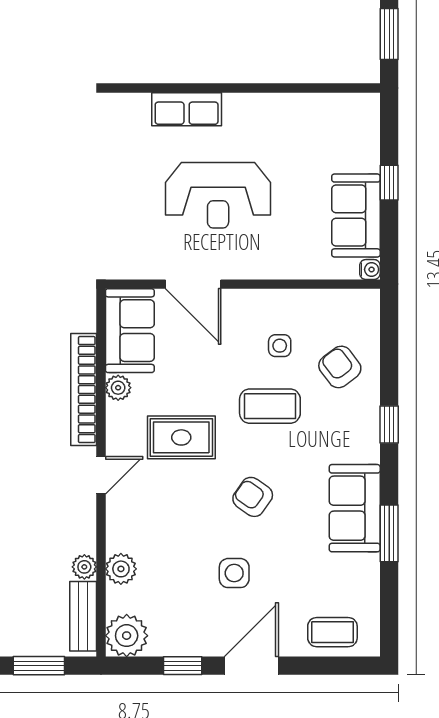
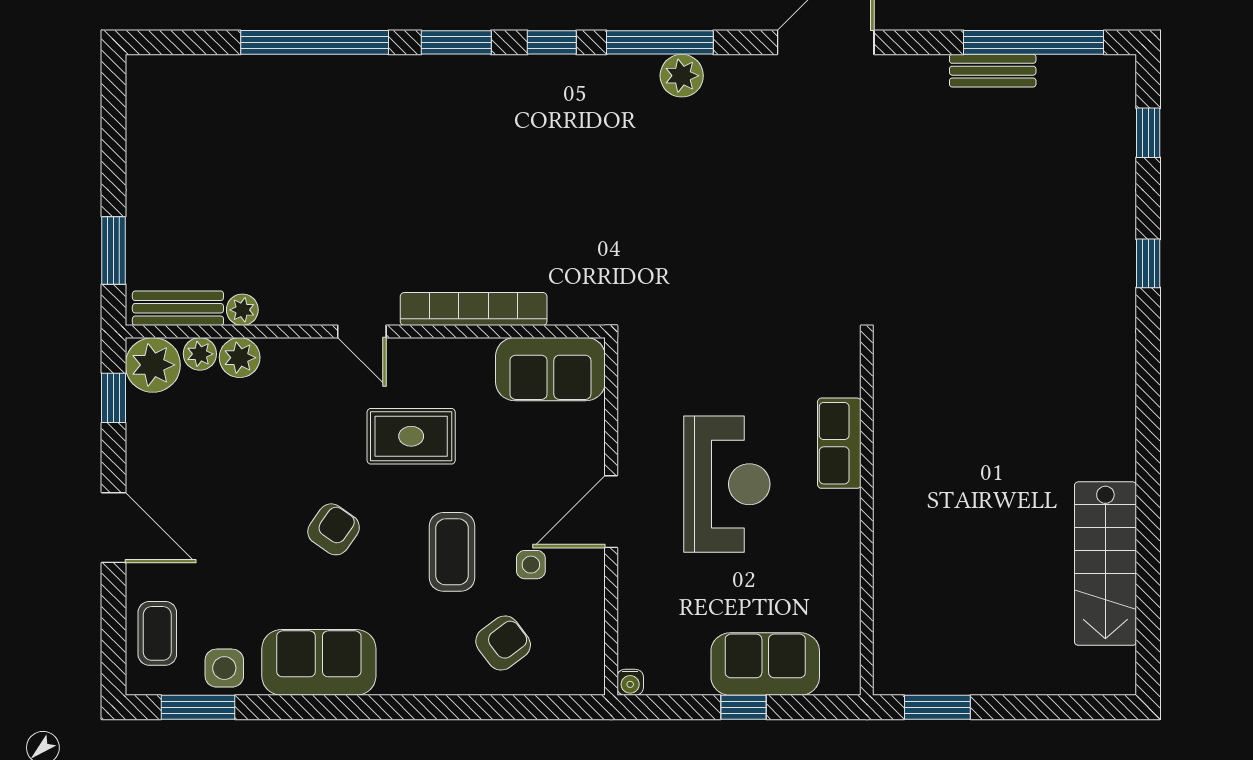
reception desk: (218, 195) -> (727, 484), turned 180
sofa: (356, 215) -> (765, 664), moved
door: (193, 284) -> (611, 512), moved
plant: (118, 388) -> (200, 354), moved
window: (389, 425) -> (428, 707), removed
rug: (181, 437) -> (411, 436), turned 90
window: (389, 533) -> (198, 707), moved
side table: (234, 573) -> (224, 668), moved
window: (183, 666) -> (114, 398), moved

